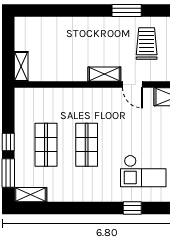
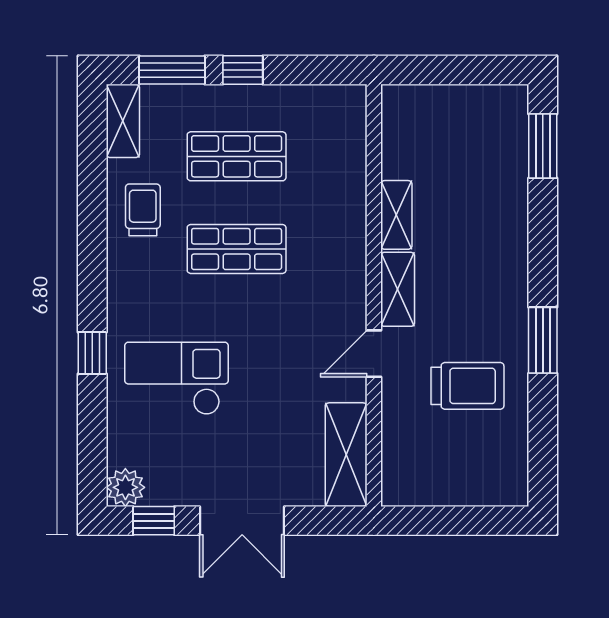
window: (41, 11) -> (543, 146), added
shelving: (21, 66) -> (396, 215), moved, turned 90
checkout: (143, 171) -> (176, 378), turned 90
trolley: (69, 186) -> (143, 210), added

